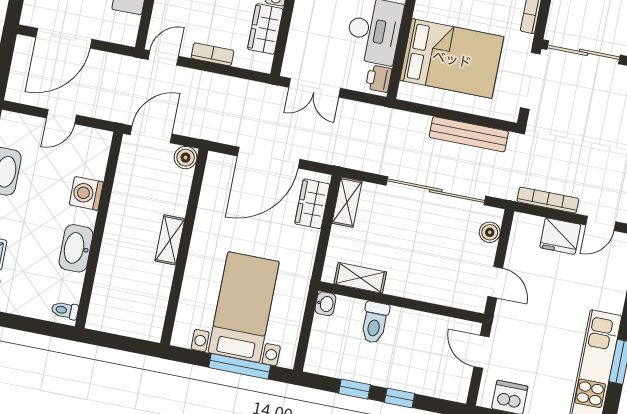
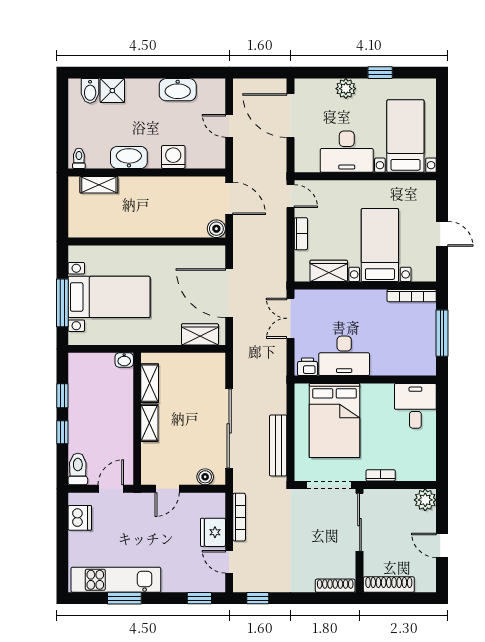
shelving: (347, 202) -> (149, 423), moved, turned 90
shelving: (170, 240) -> (99, 185), moved
toilet: (375, 322) -> (78, 469), moved, turned 90

